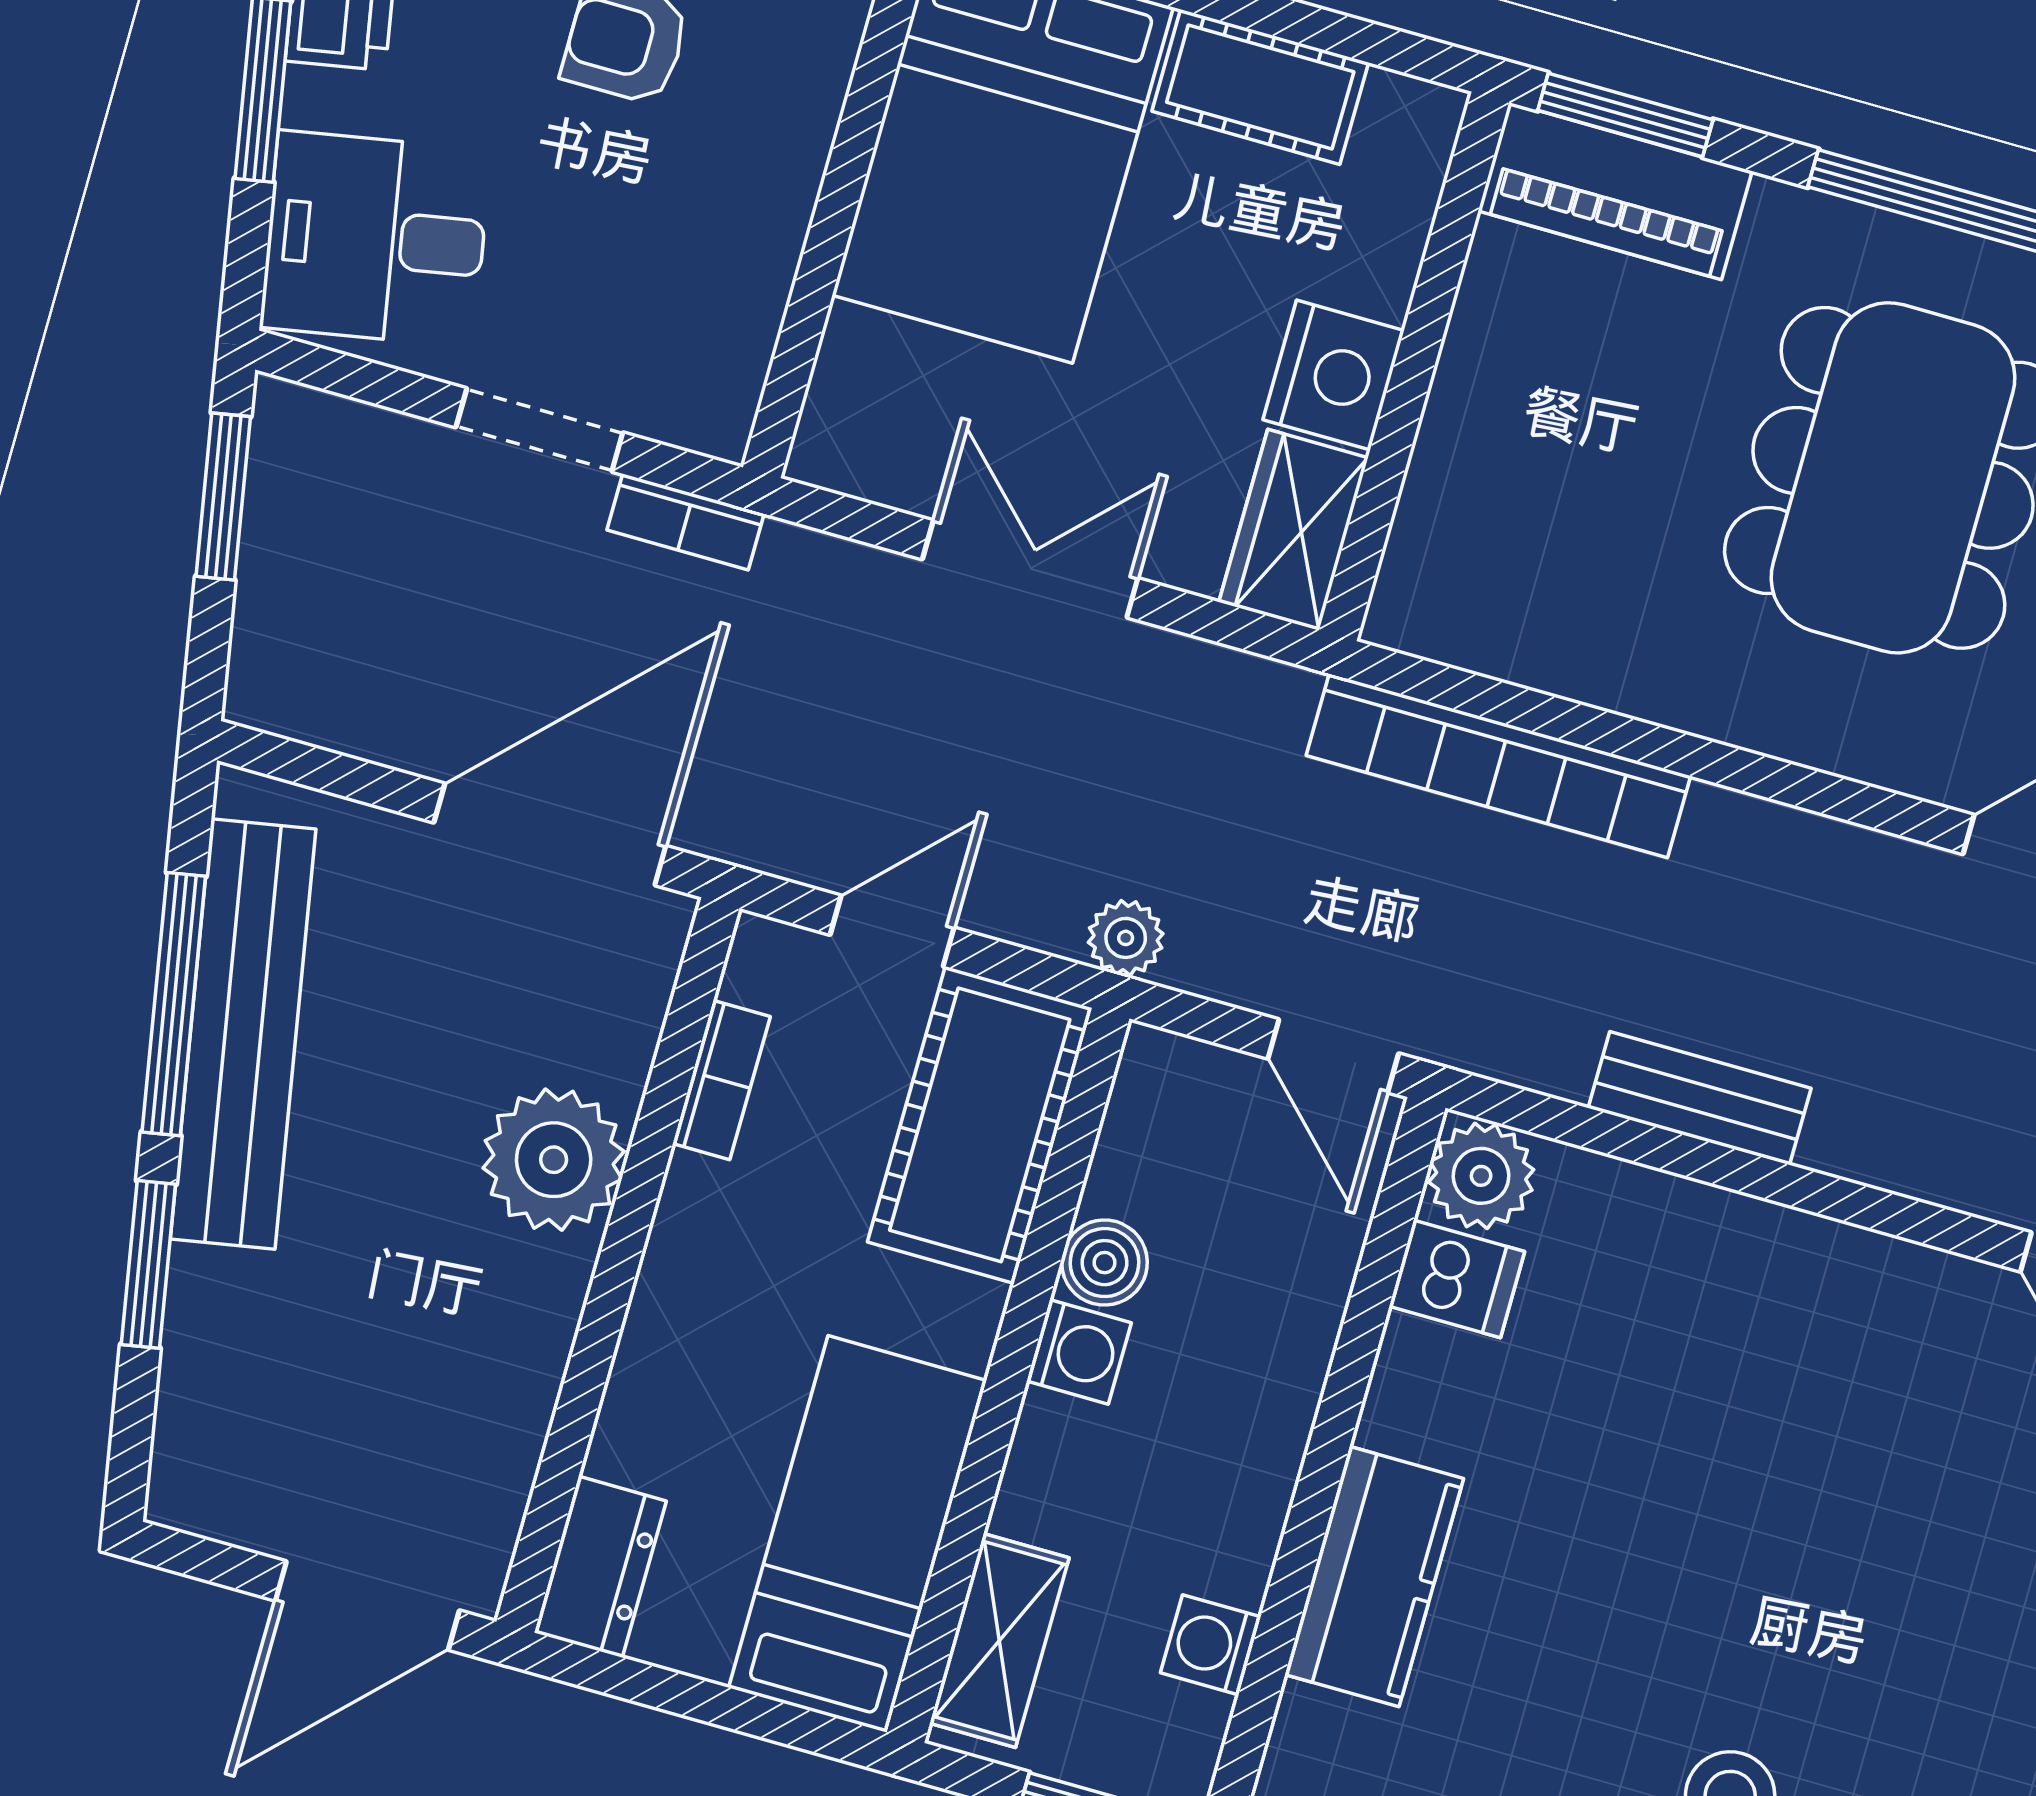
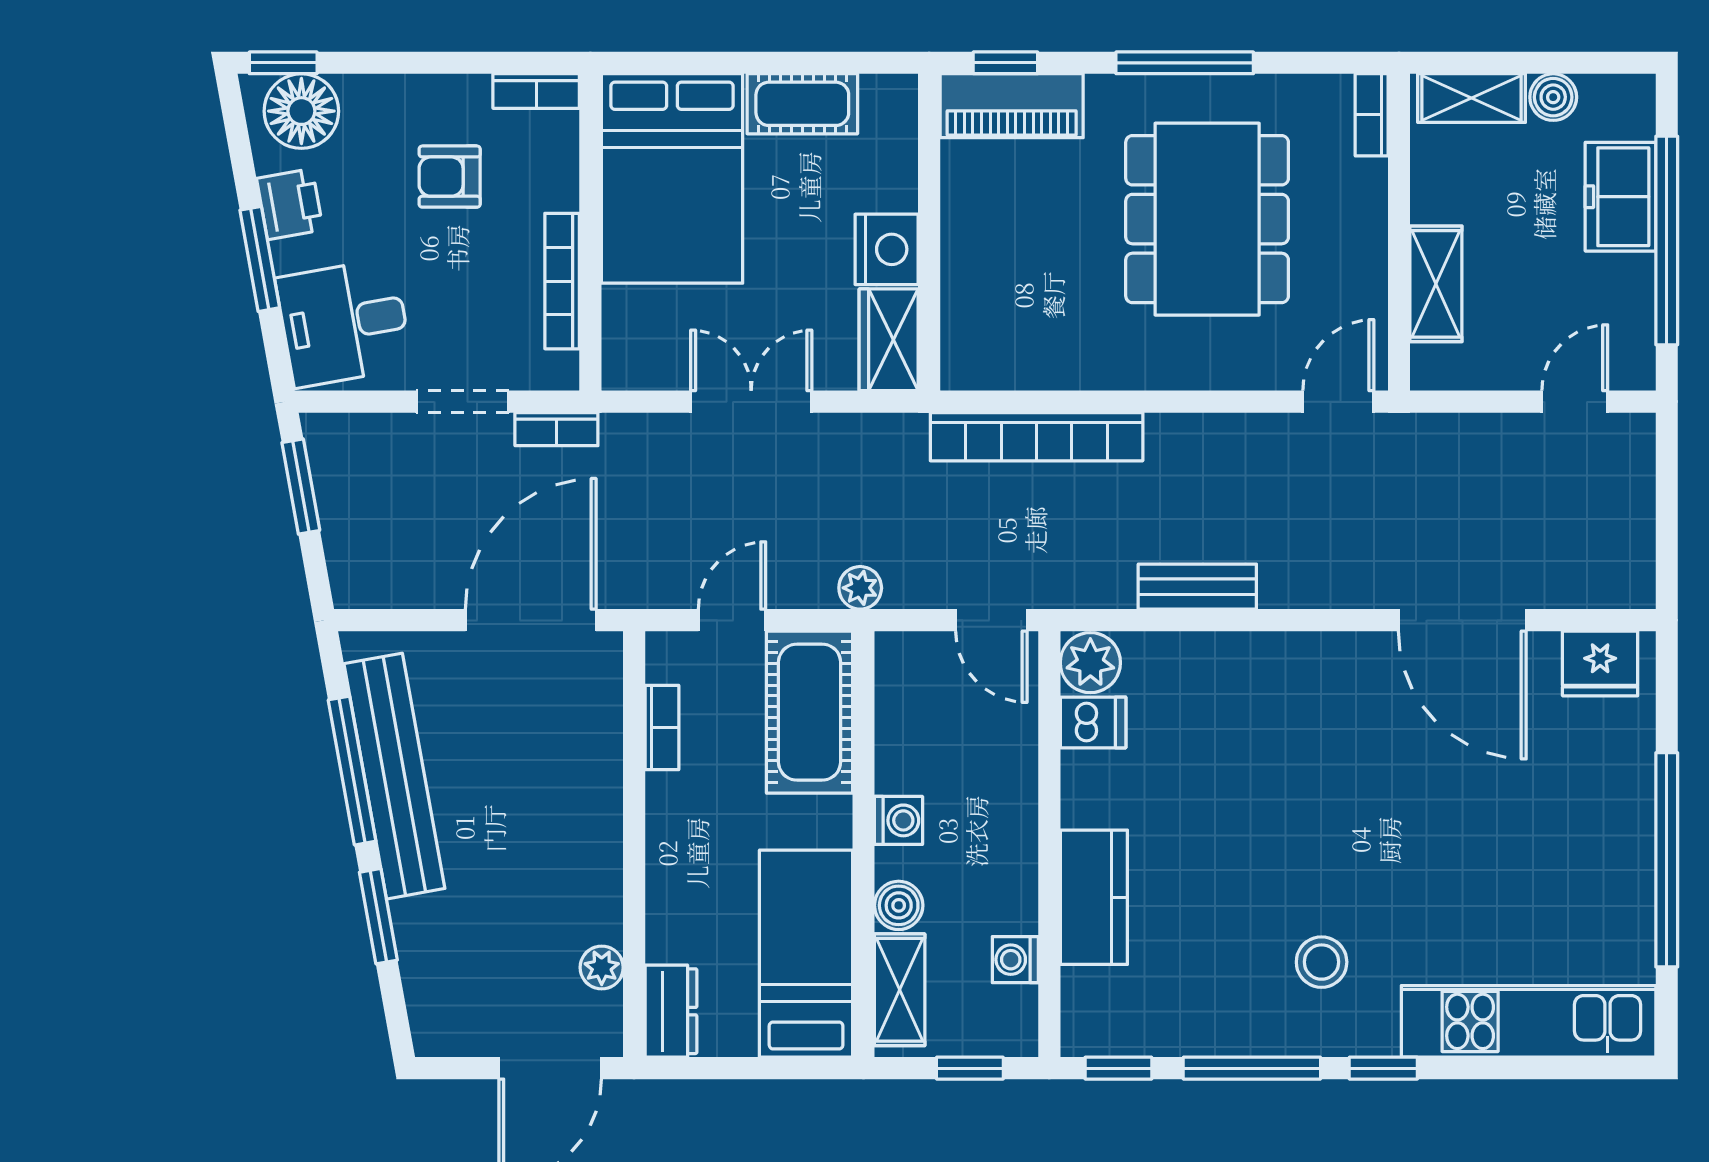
window: (1625, 115) -> (1005, 63), width x0.67
bookcase: (766, 273) -> (562, 281), added
plant: (554, 1160) -> (602, 967), moved, width x0.53, depth x0.53
boiler: (1104, 1263) -> (899, 905), moved

